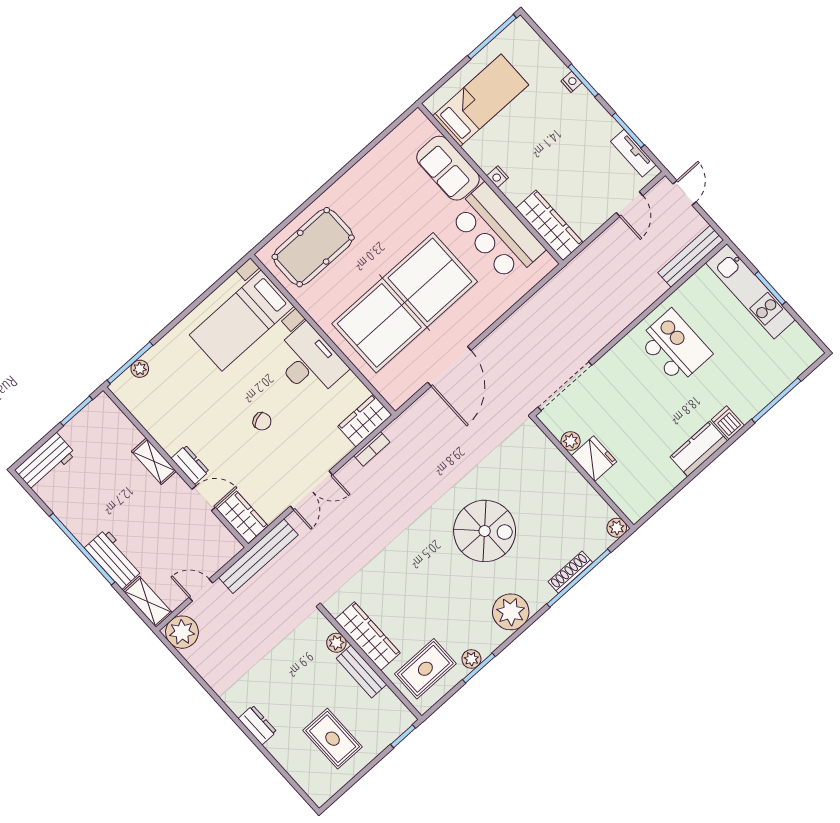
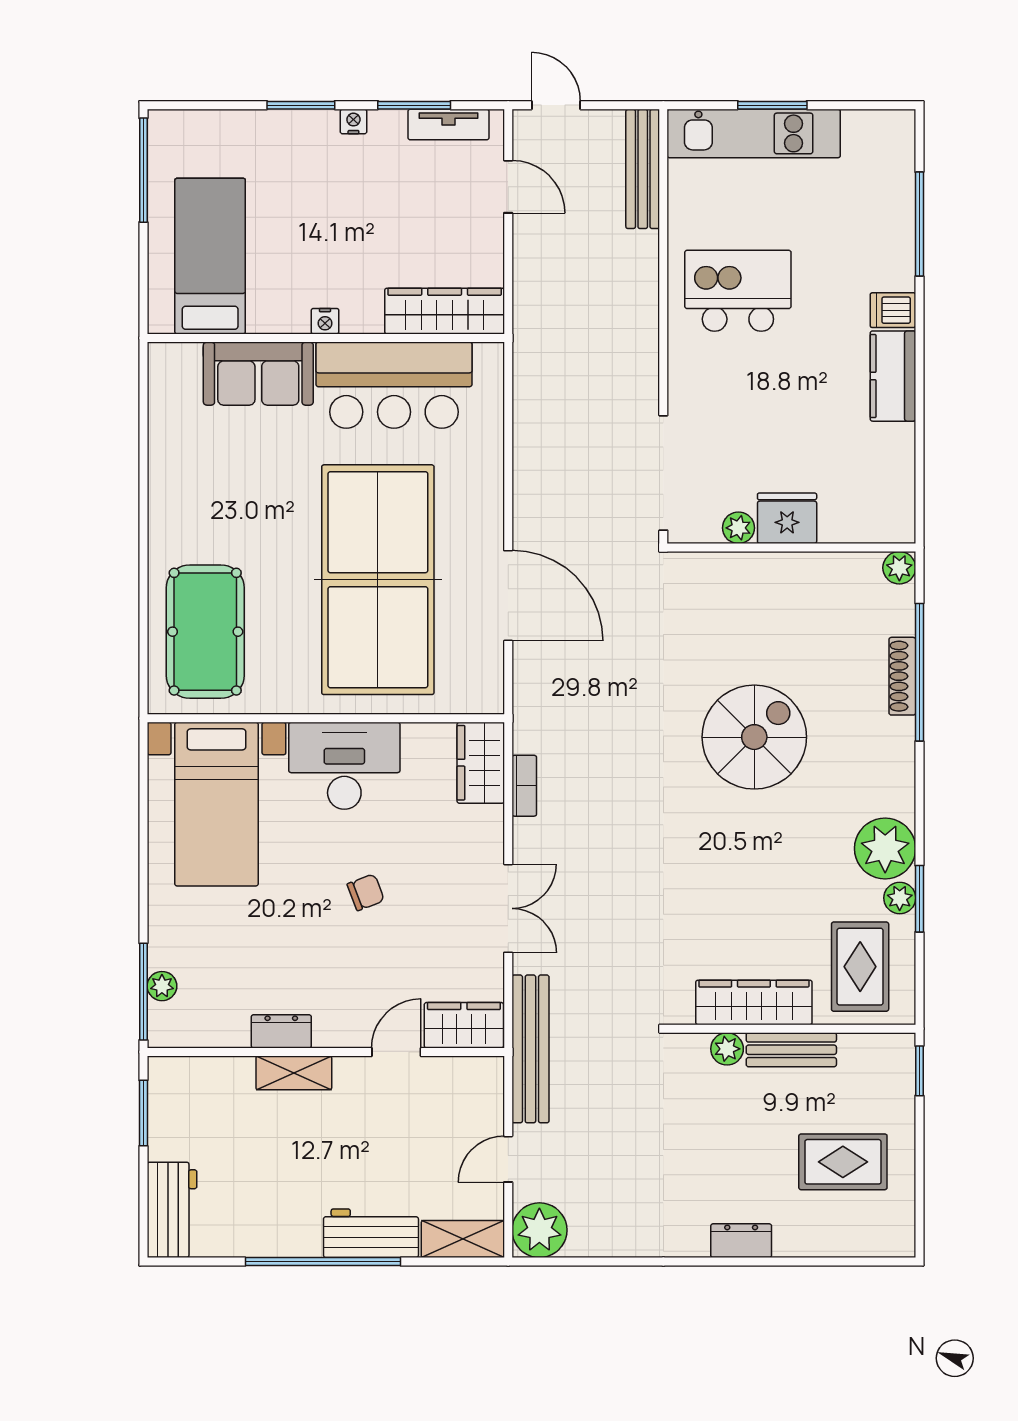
nightstand: (571, 82) -> (353, 121), moved
dresser: (190, 465) -> (281, 1031), moved
plant: (511, 612) -> (885, 848), moved

